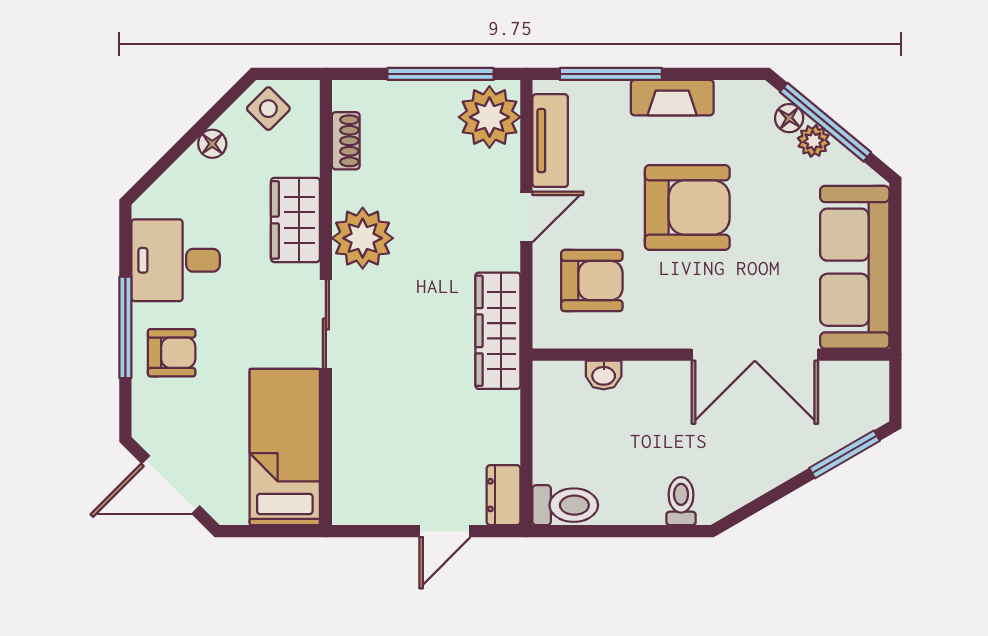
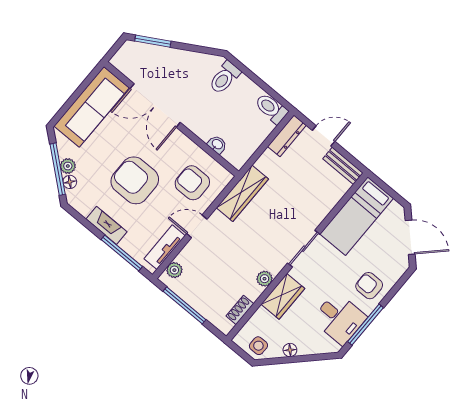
side table: (268, 109) -> (258, 346), turned 45
plant: (489, 117) -> (174, 270), width x0.53, depth x0.53
plant: (363, 238) -> (265, 279), width x0.53, depth x0.53
window: (125, 327) -> (365, 325), moved
double door: (755, 355) -> (155, 105), swing flipped
dresser: (504, 495) -> (287, 136), width x1.44
toilet: (681, 501) -> (225, 78), width x1.37, depth x1.39
bench: (374, 509) -> (343, 166), added

